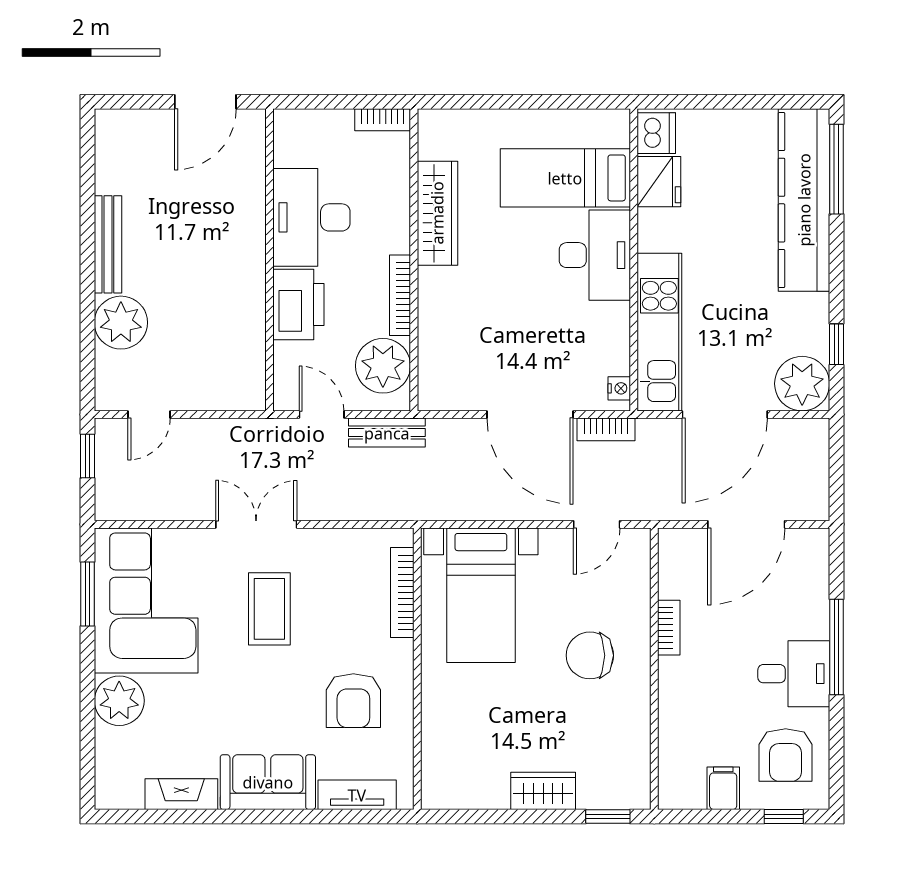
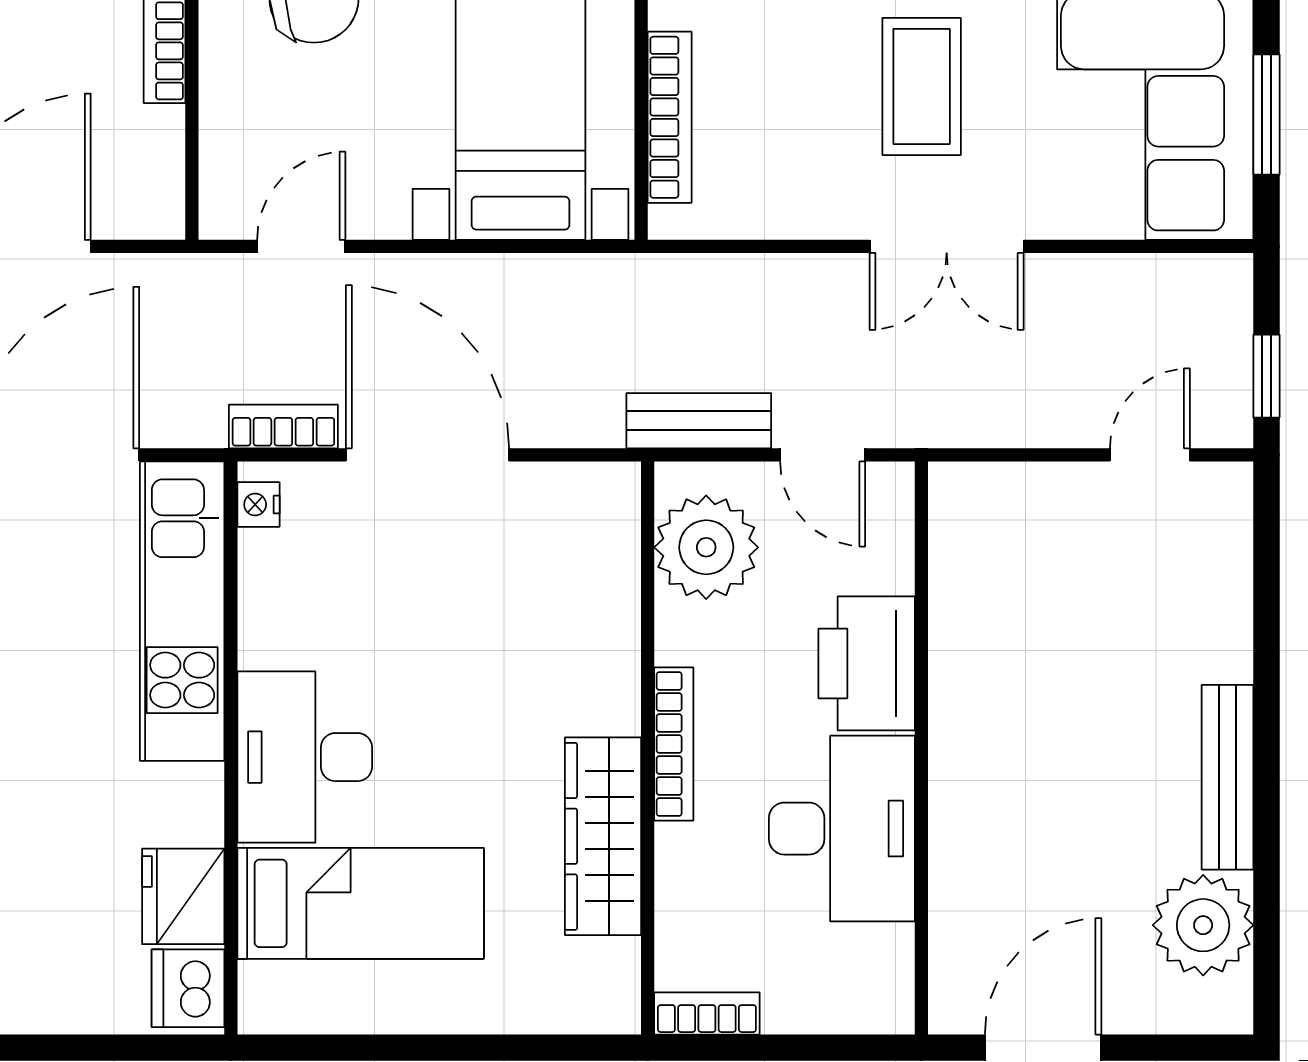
bookcase: (400, 295) -> (674, 744), moved
plant: (121, 323) -> (1203, 925), moved

